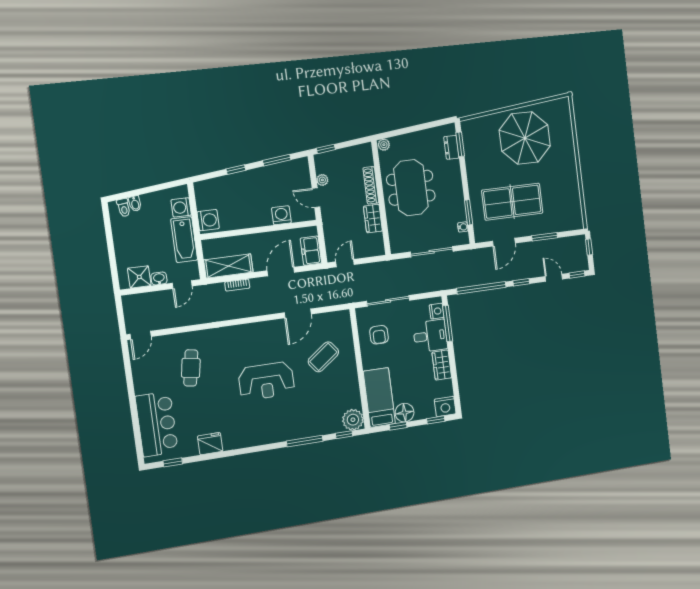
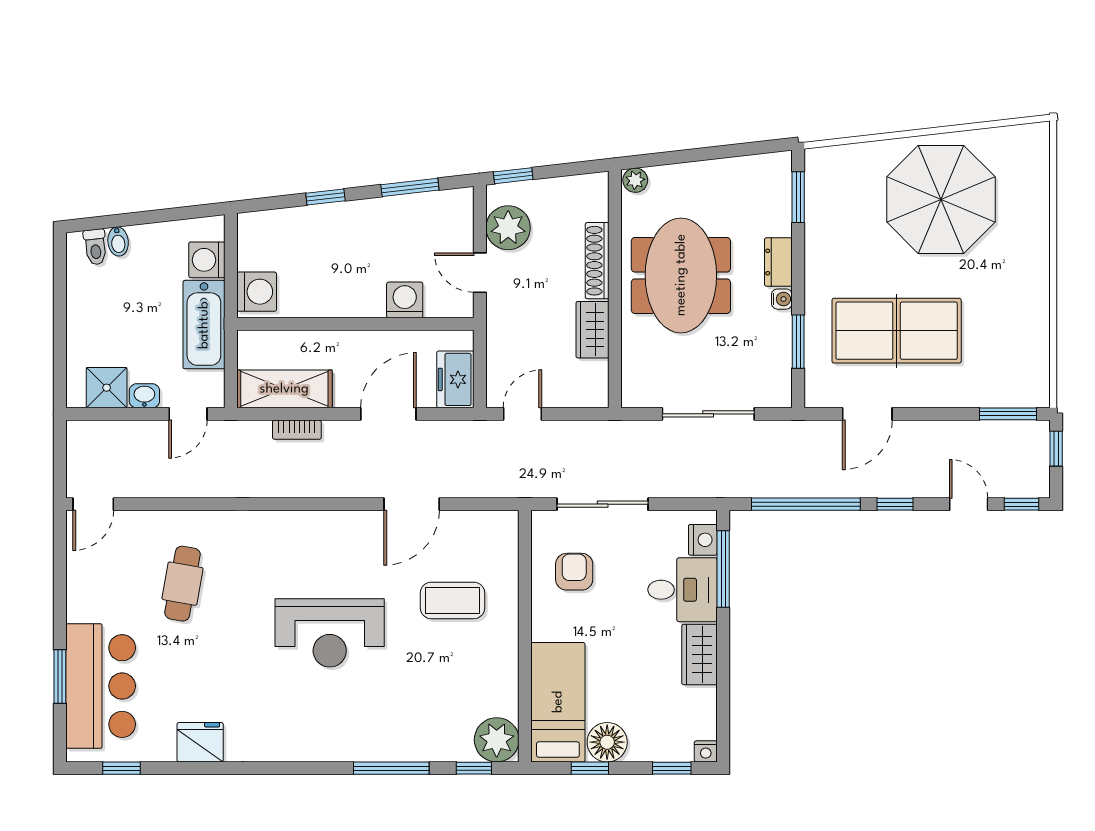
dresser: (451, 147) -> (778, 262), moved
plant: (322, 180) -> (508, 228), width x1.87, depth x1.87
water cooler: (463, 227) -> (782, 299), moved
window: (545, 237) -> (1008, 414), moved
armchair: (379, 335) -> (574, 572), turned 180
coffee table: (323, 357) -> (452, 600), turned 37
nightstand: (445, 406) -> (706, 751), width x0.53, depth x0.56
window: (136, 423) -> (60, 677), added

